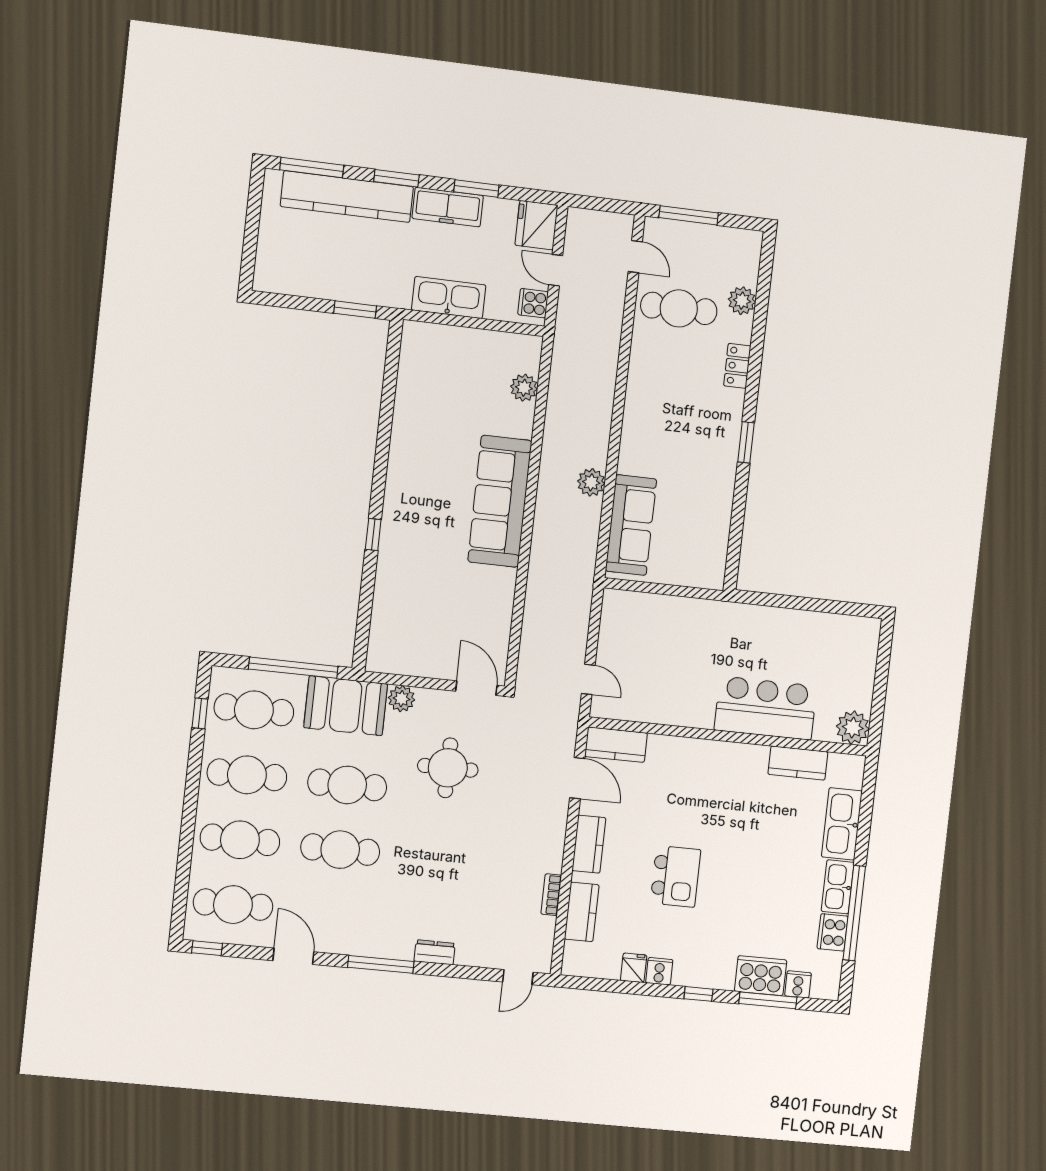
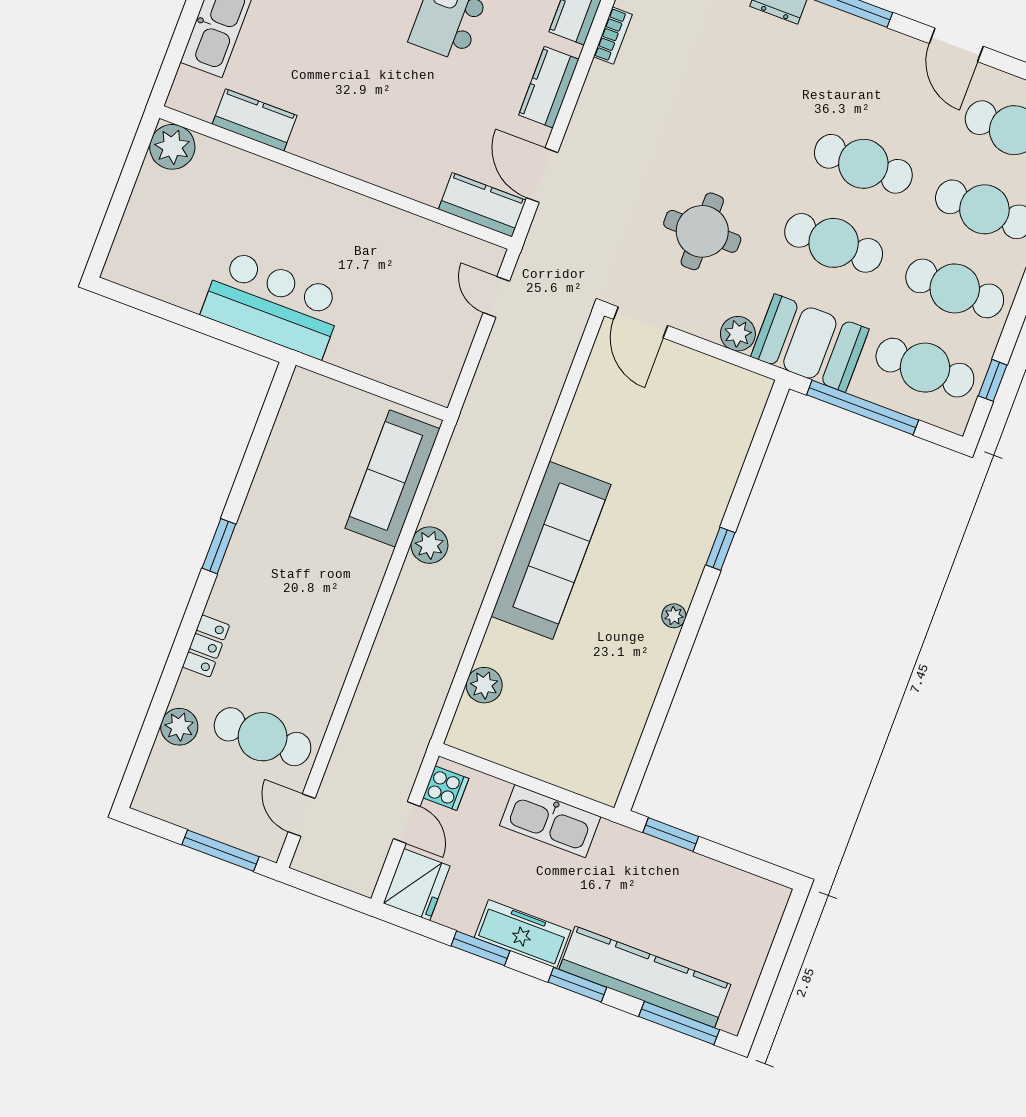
plant: (395, 475) -> (674, 616), added
bar counter: (765, 708) -> (273, 304), moved, turned 180

